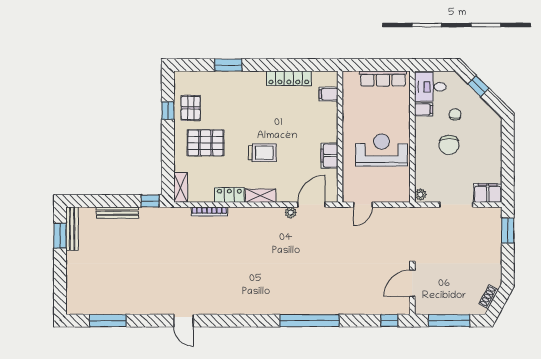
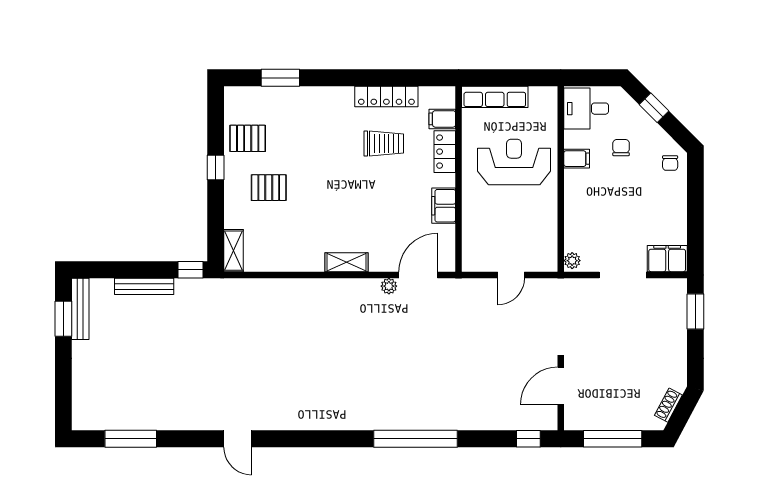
window: (228, 65) -> (280, 78), moved
row of seats: (383, 79) -> (495, 97), moved
pallet: (191, 108) -> (248, 138), turned 90
filing cabinet: (424, 109) -> (577, 159), moved
window: (168, 111) -> (216, 168), moved
pallet: (206, 143) -> (269, 188), width x0.67, depth x0.71
chair: (449, 145) -> (670, 163), moved, width x0.54, depth x0.54
reception desk: (382, 150) -> (514, 162), moved
trolley: (262, 153) -> (384, 143), moved
locker: (229, 195) -> (445, 152), moved, turned -90
door: (363, 205) -> (511, 275), moved
bookcase: (209, 211) -> (274, 285), removed

